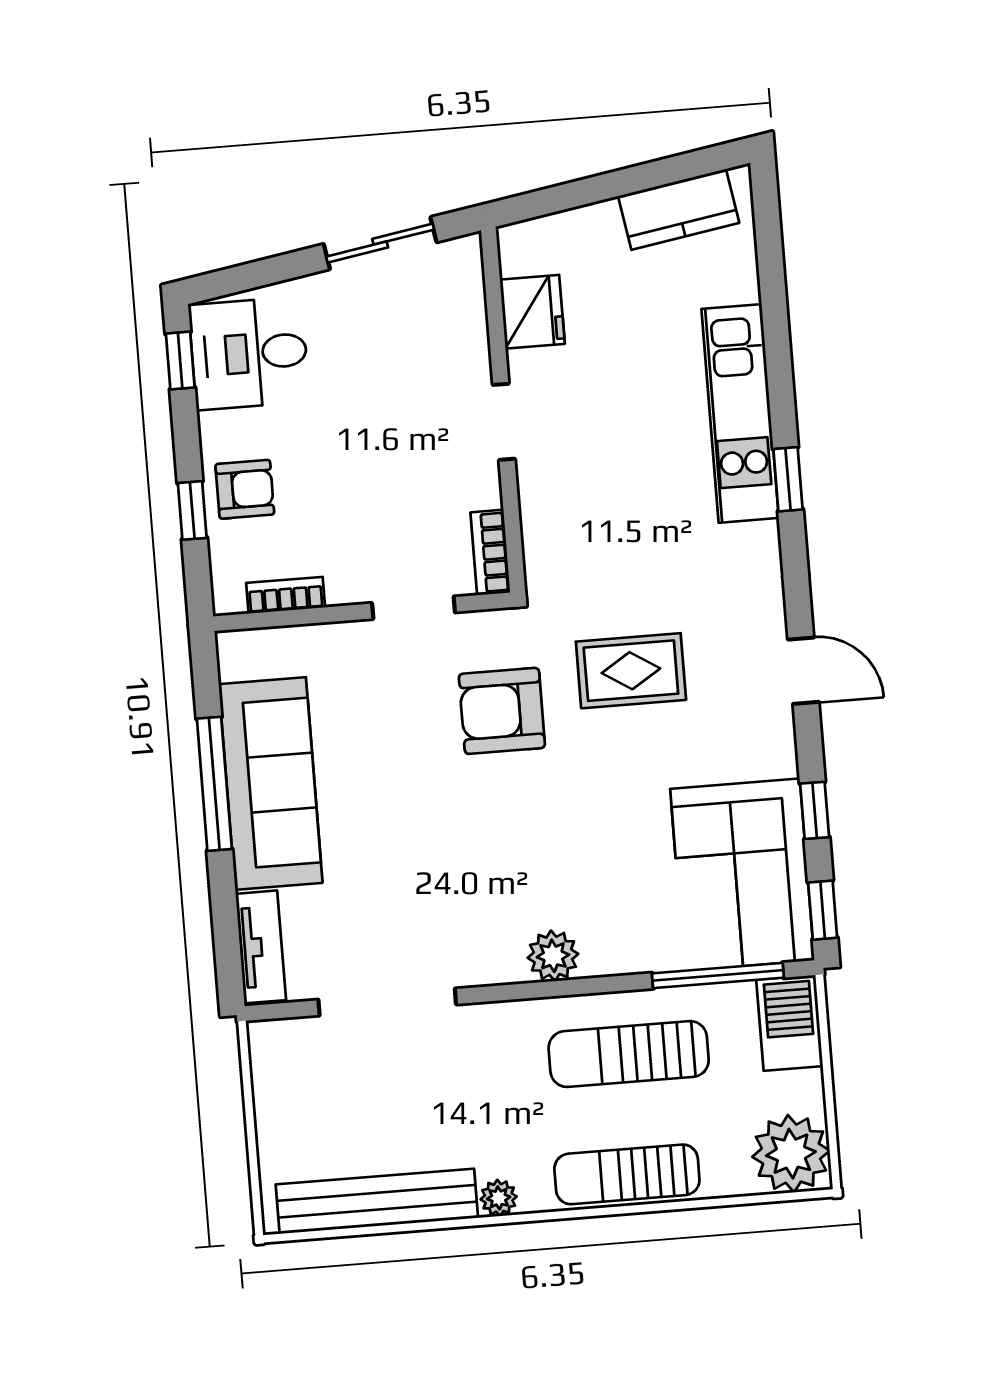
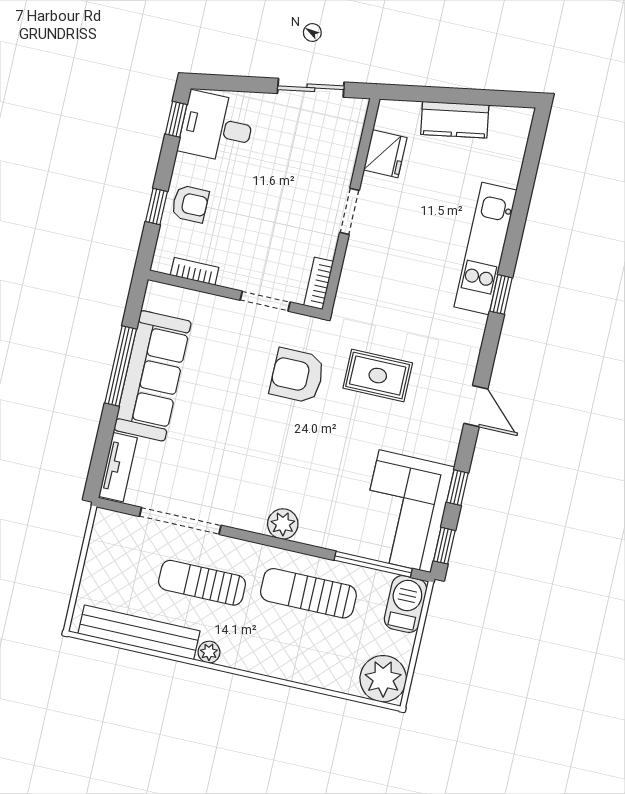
kitchen counter: (679, 209) -> (455, 120), moved
sun lounger: (627, 1174) -> (202, 583), moved

